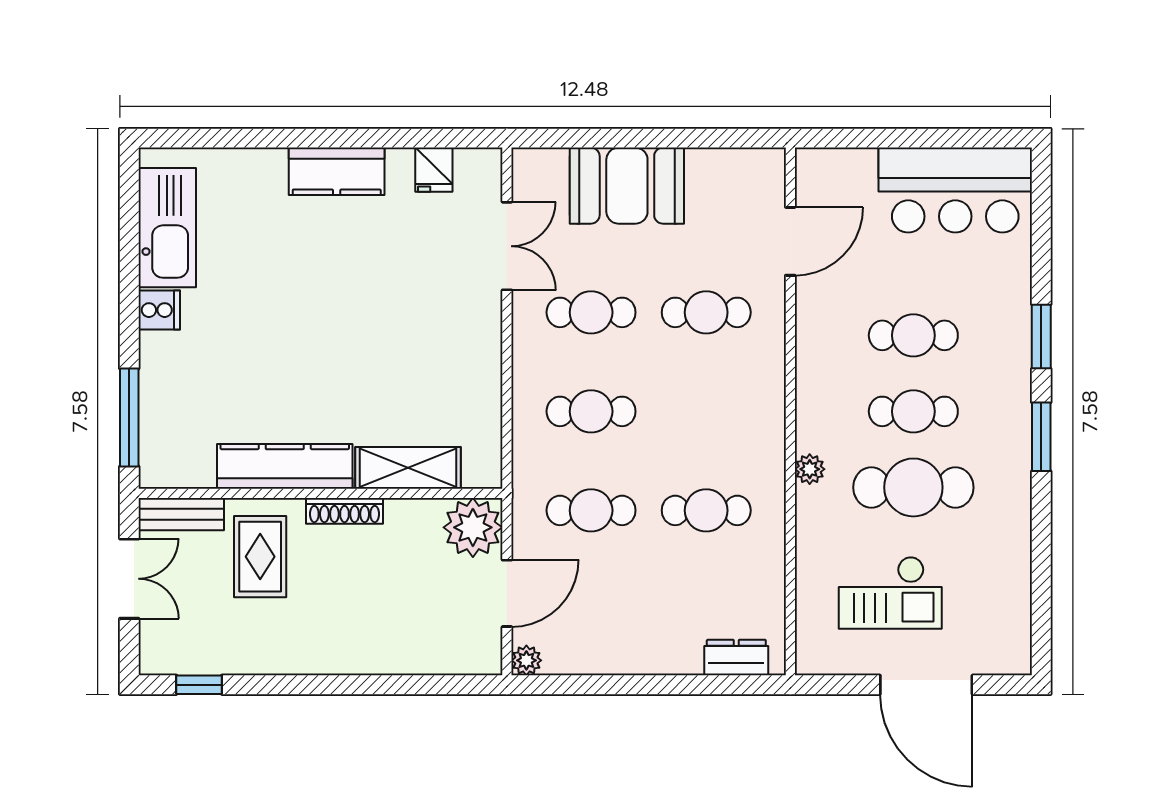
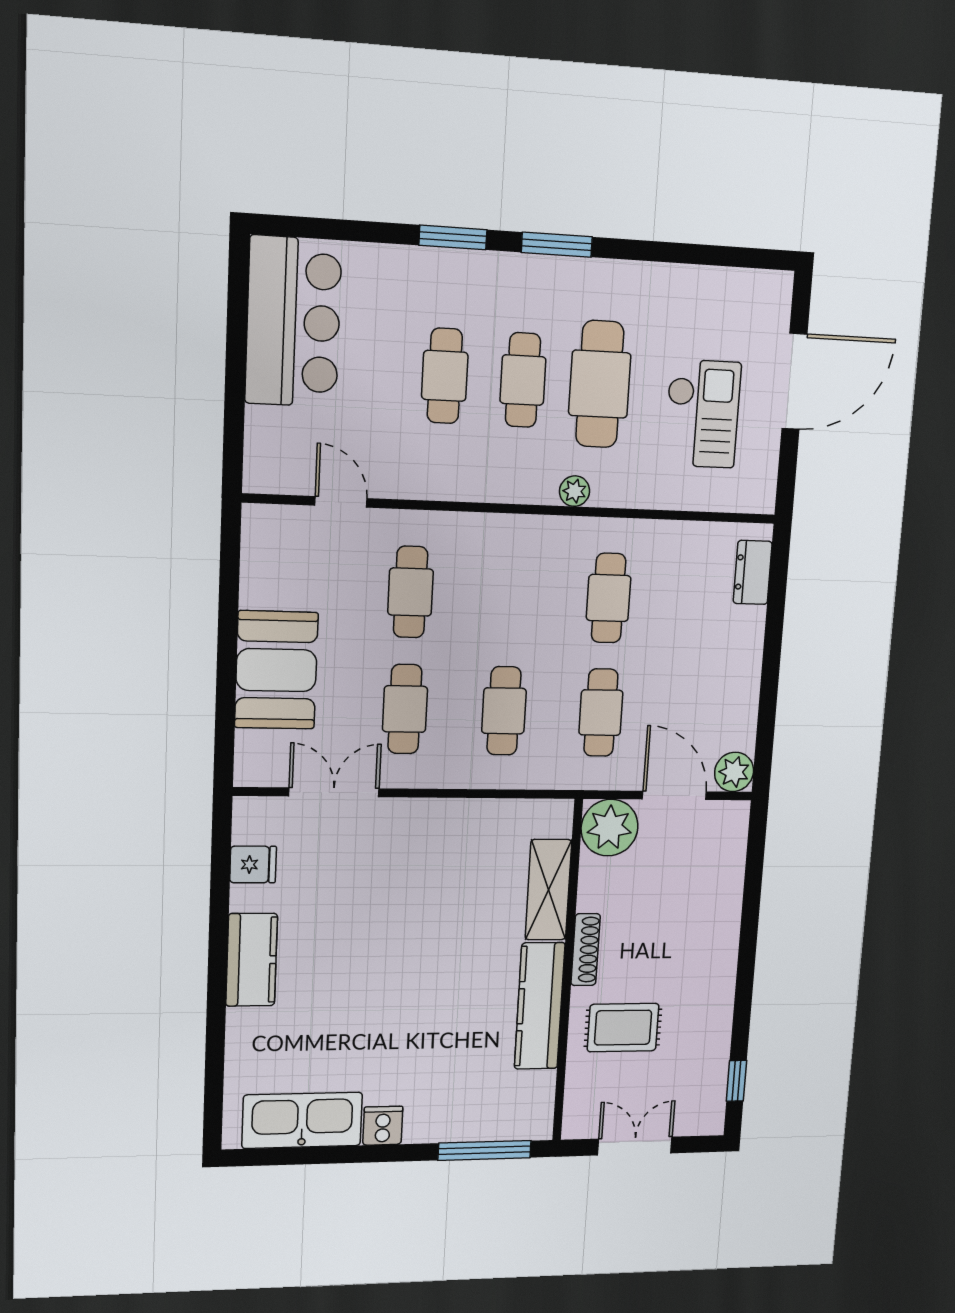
door: (790, 241) -> (341, 502), width x0.73
bench: (181, 514) -> (579, 1101), removed
plant: (526, 660) -> (734, 772), width x1.38, depth x1.38

